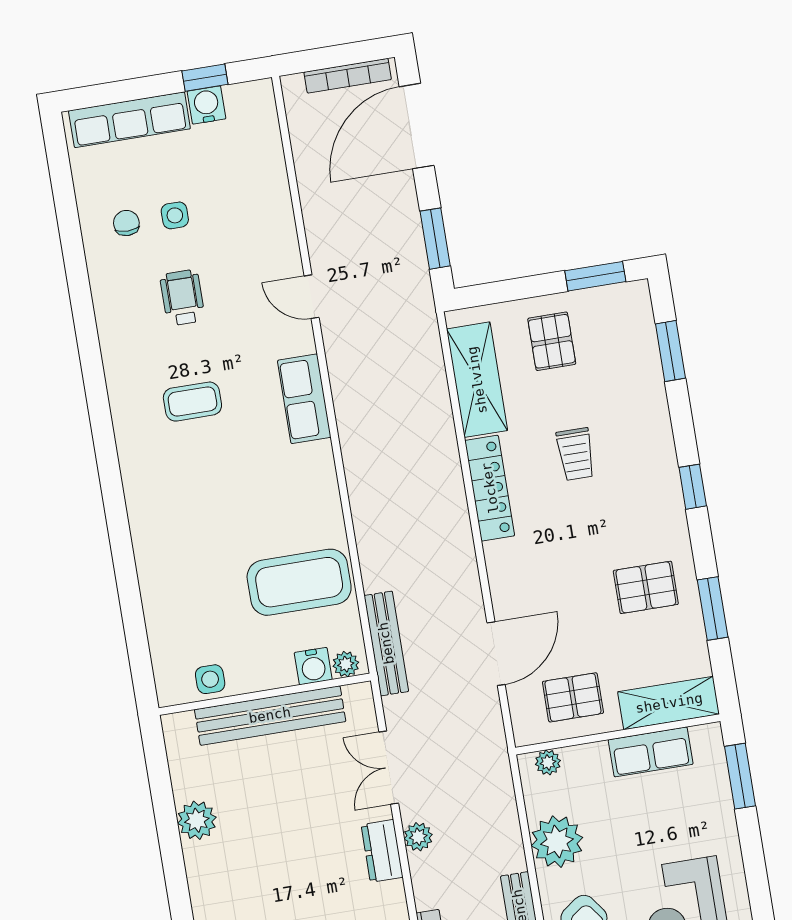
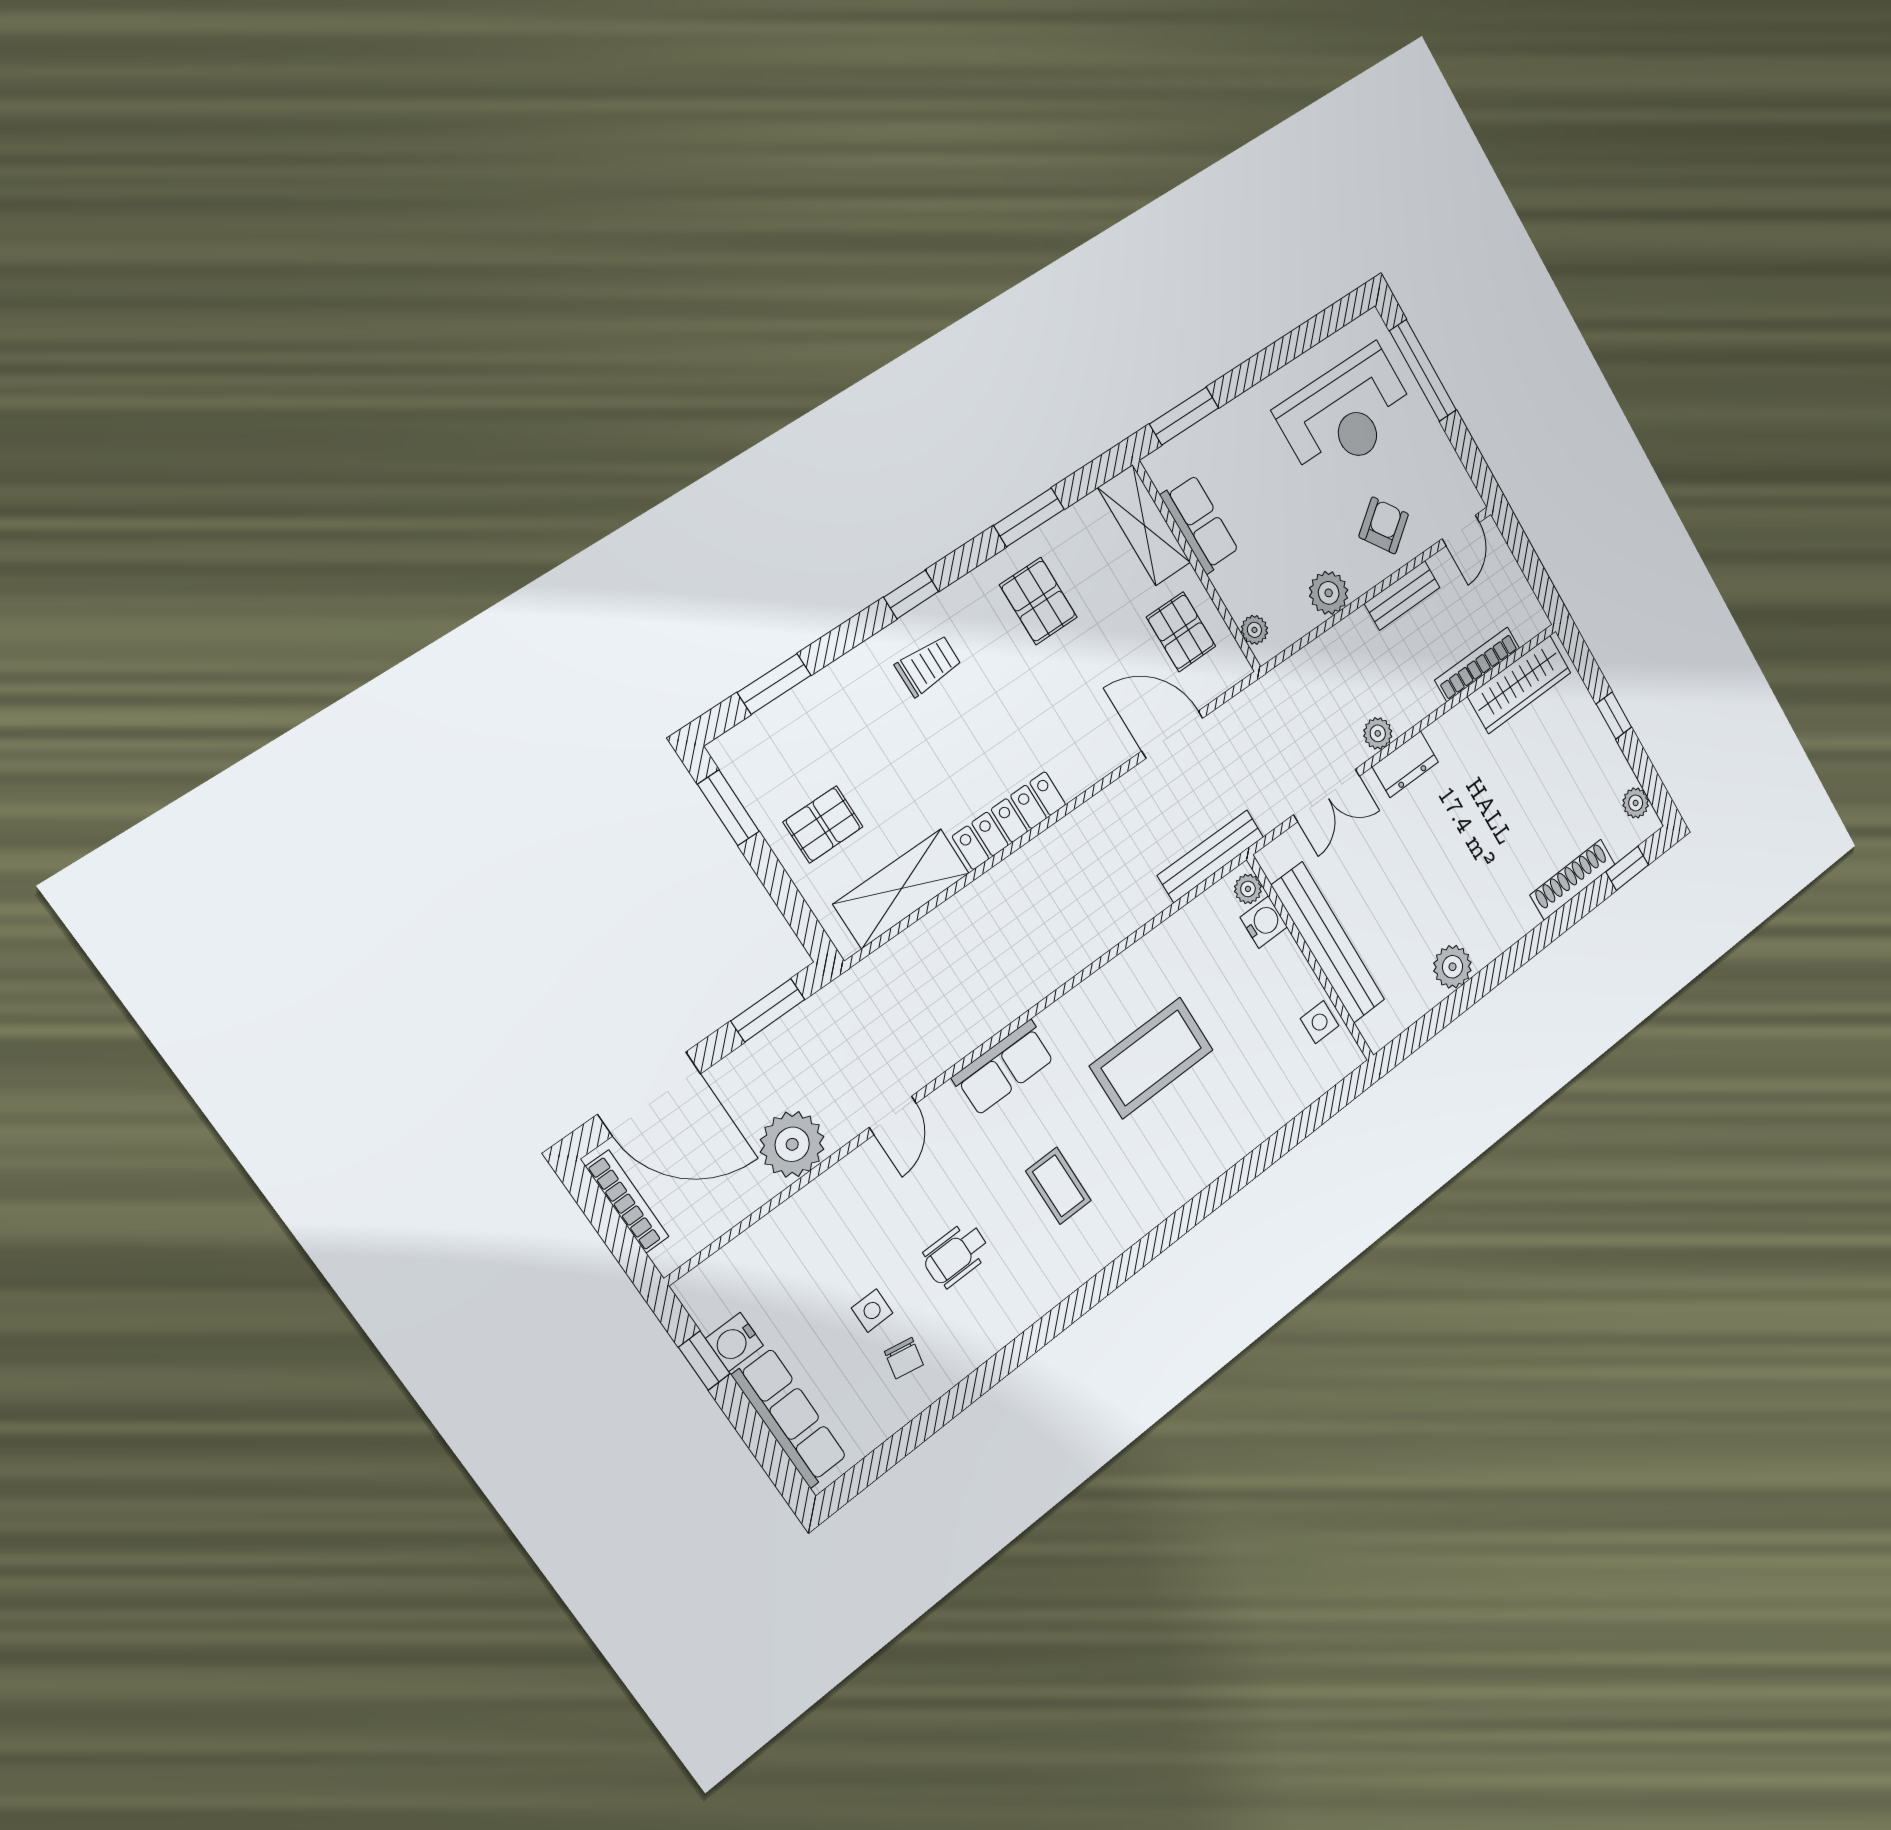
plant: (328, 212) -> (792, 1144), added
chair: (126, 223) -> (904, 1358), turned -79
trolley: (576, 454) -> (928, 666), moved
coffee table: (299, 582) -> (1151, 1058), moved, turned 90
plant: (557, 842) -> (1329, 593), width x0.73, depth x0.73

